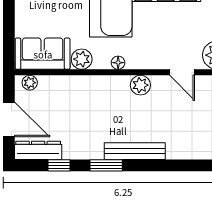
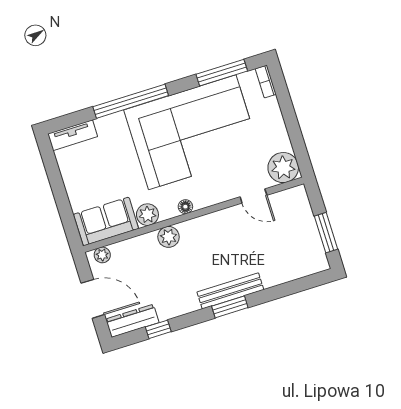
plant: (140, 85) -> (169, 237), moved
window: (106, 165) -> (230, 307), moved

